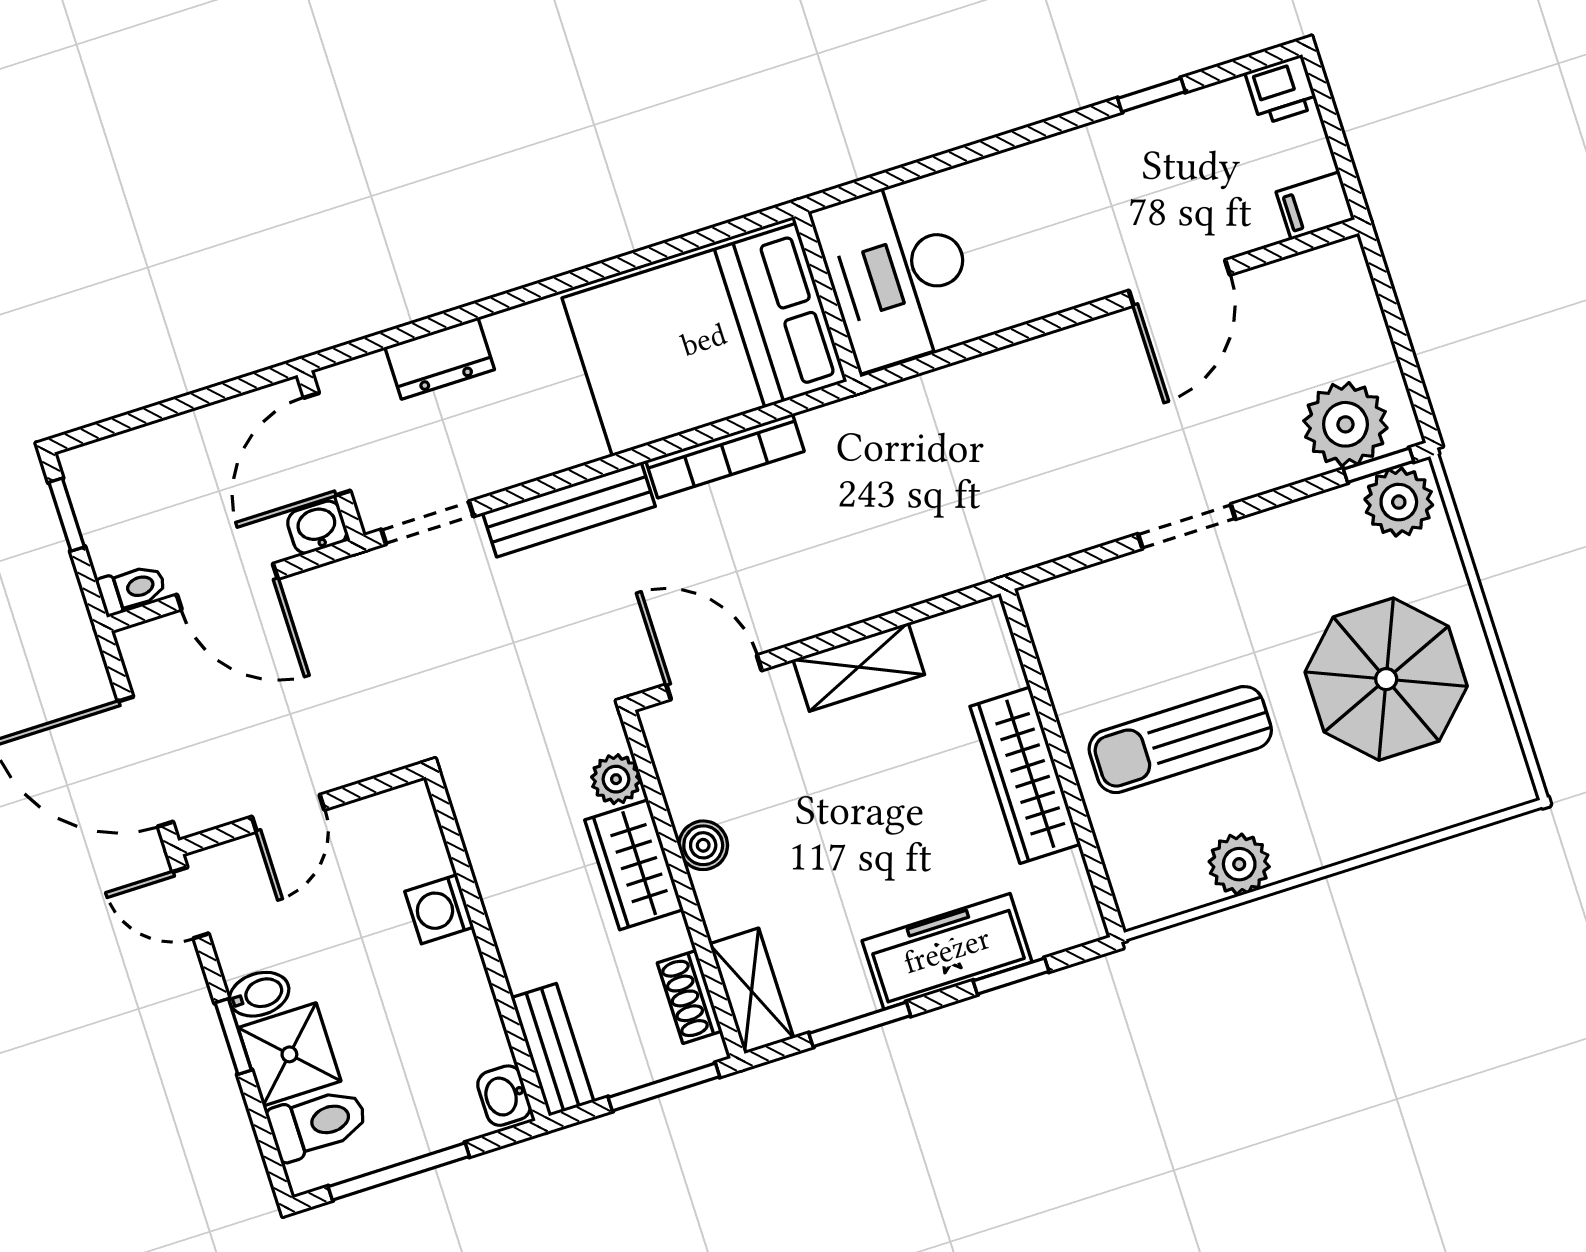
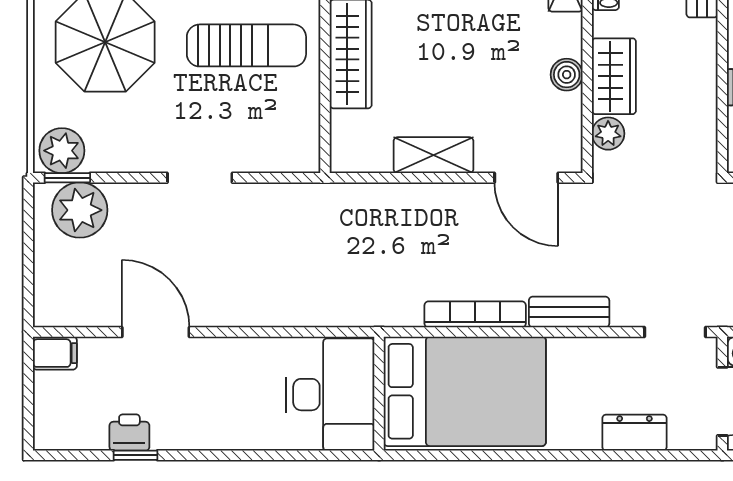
printer: (1282, 90) -> (129, 433), moved
door: (1179, 283) -> (156, 332), hinge flipped
bench: (569, 510) -> (569, 312), width x0.73

